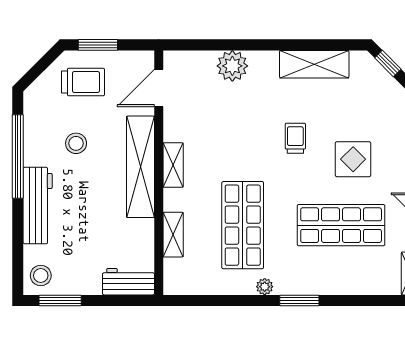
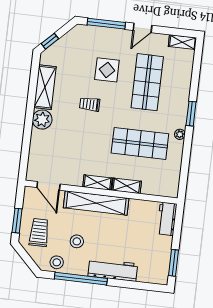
plant: (232, 66) -> (42, 120), moved
shelving: (173, 235) -> (127, 186), moved
stool: (41, 276) -> (57, 262), moved

